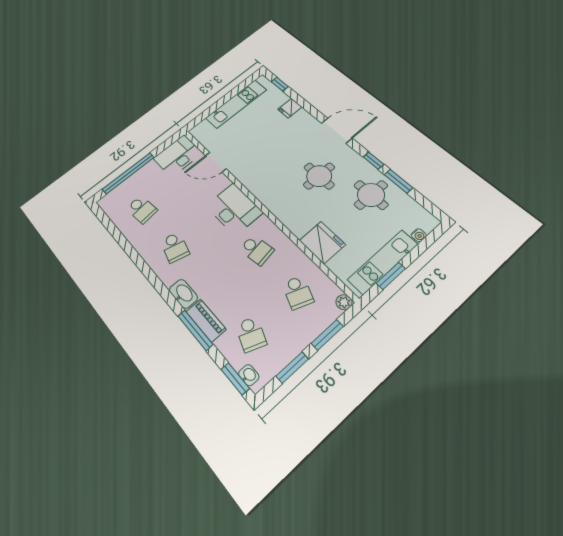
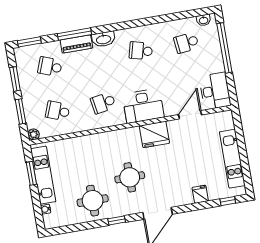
window: (398, 181) -> (90, 225), removed
fridge: (322, 242) -> (154, 134), moved
washbasin: (249, 375) -> (204, 20), moved

